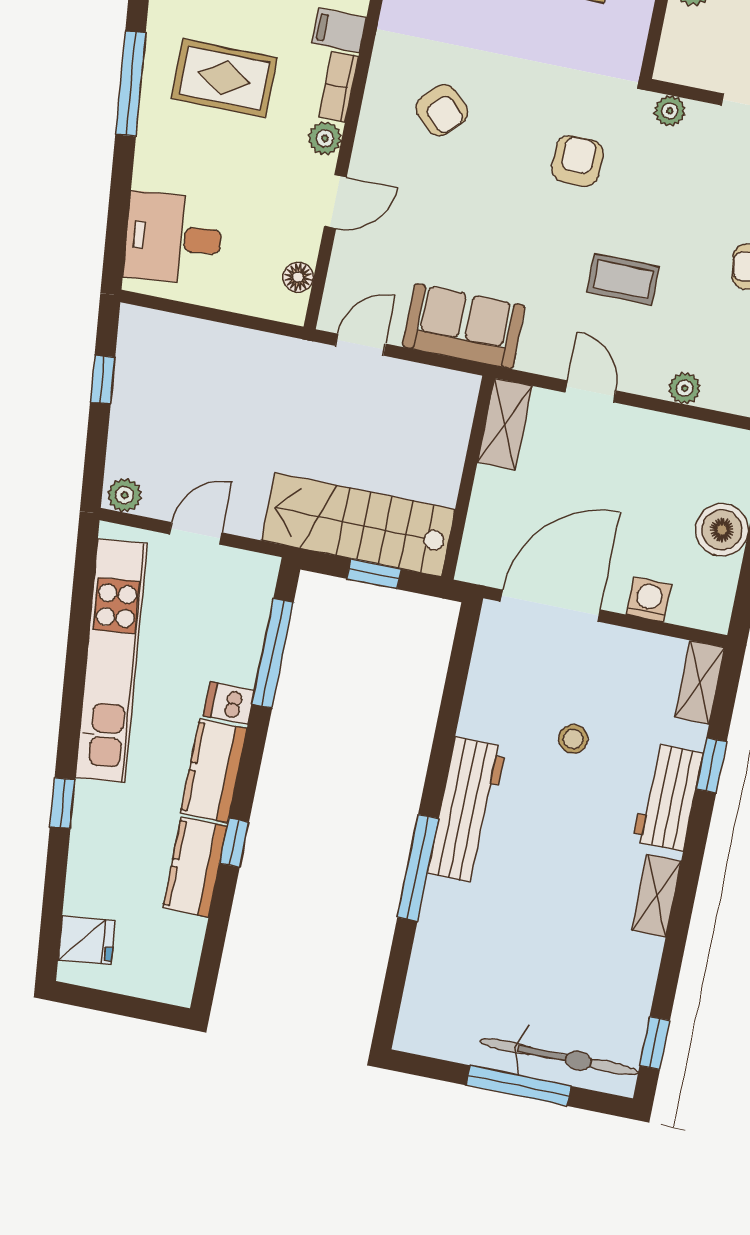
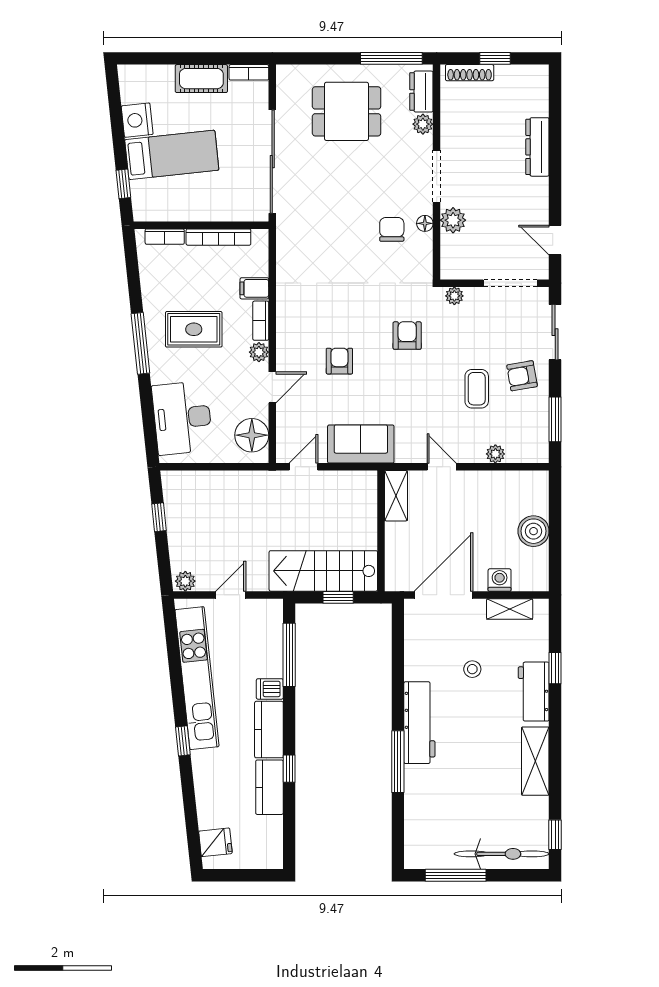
armchair: (442, 110) -> (339, 361), moved, turned -134
desk: (174, 238) -> (182, 418), width x1.37
floor lamp: (298, 277) -> (252, 435), width x1.89, depth x1.89
coffee table: (623, 279) -> (477, 389), moved, turned 90
shelving: (700, 682) -> (510, 609), moved, turned 90
window: (63, 803) -> (183, 741), moved
shelving: (656, 896) -> (535, 761), width x1.50, depth x1.33
window: (519, 1086) -> (456, 875), moved

